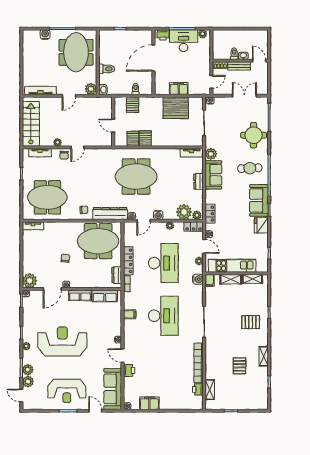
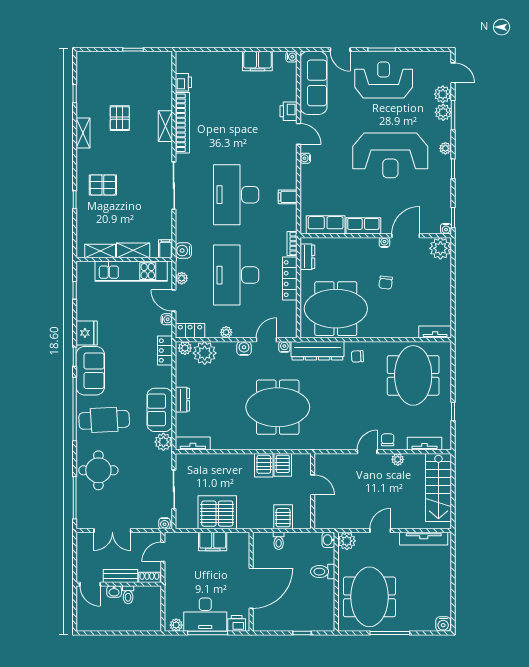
water cooler: (45, 35) -> (443, 624), moved
cafe table: (250, 168) -> (104, 420), width x1.37, depth x1.35
meeting table: (47, 197) -> (413, 375), turned 90
shelving: (210, 390) -> (165, 126), moved

